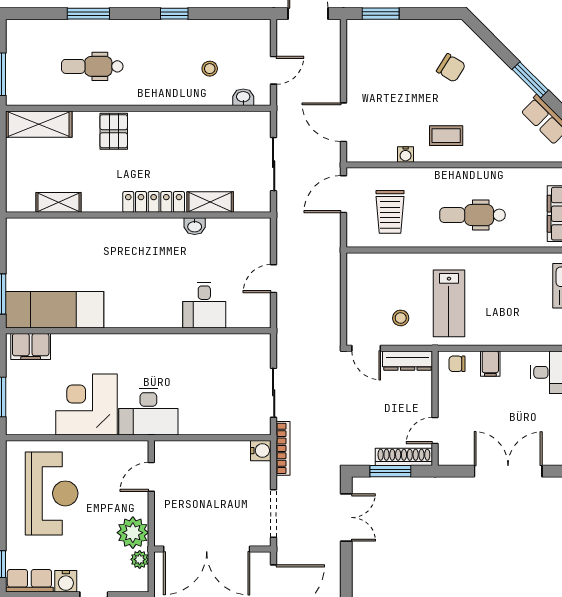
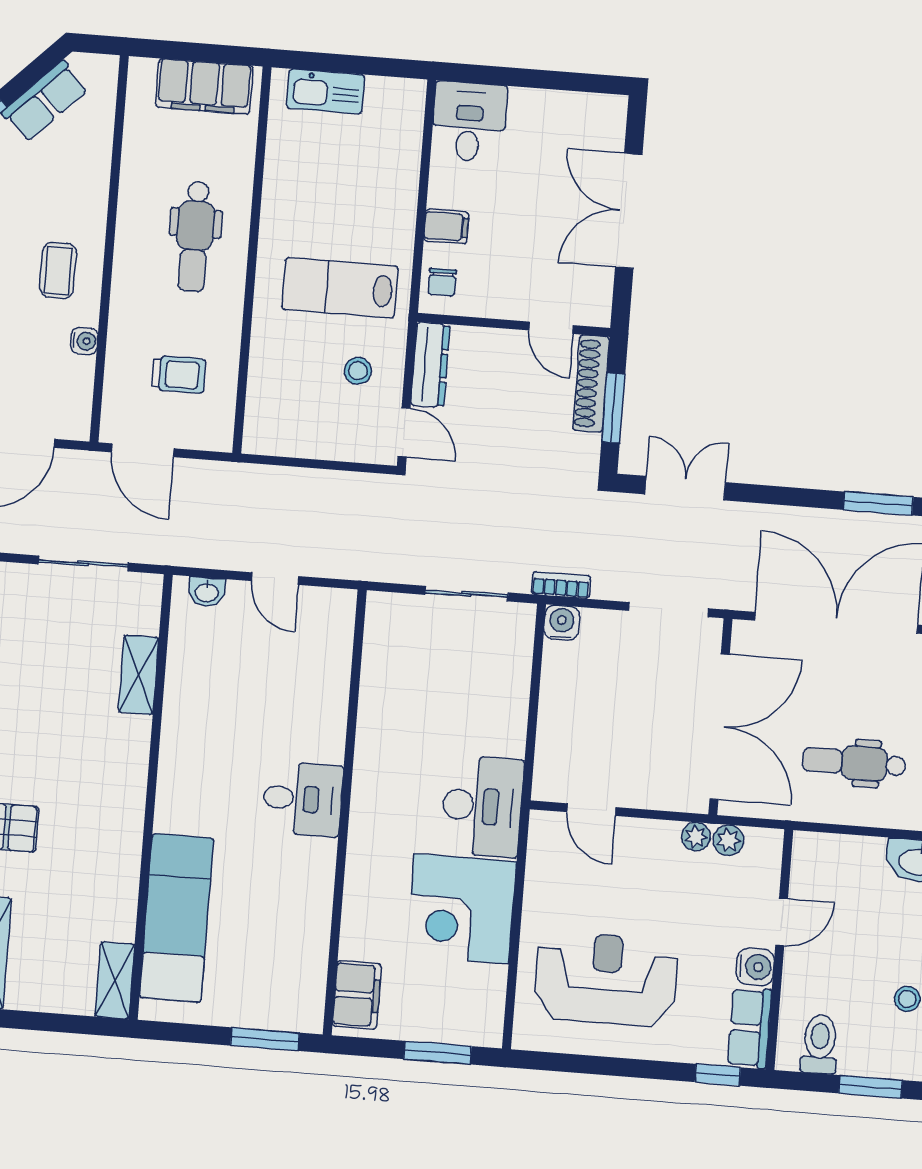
shelving: (59, 202) -> (115, 980), moved
locker: (154, 202) -> (131, 770), removed
trolley: (390, 212) -> (179, 374), width x0.73, depth x0.72
washbasin: (195, 226) -> (207, 592), moved, turned 90
lab bench: (449, 303) -> (340, 288), turned 180
desk: (204, 305) -> (302, 799), moved
exam couch: (55, 310) -> (177, 918), moved, turned 180
door: (366, 348) -> (404, 432), hinge flipped
bookcase: (283, 448) -> (561, 585), width x0.64
plant: (133, 533) -> (696, 837), width x0.53, depth x0.53

